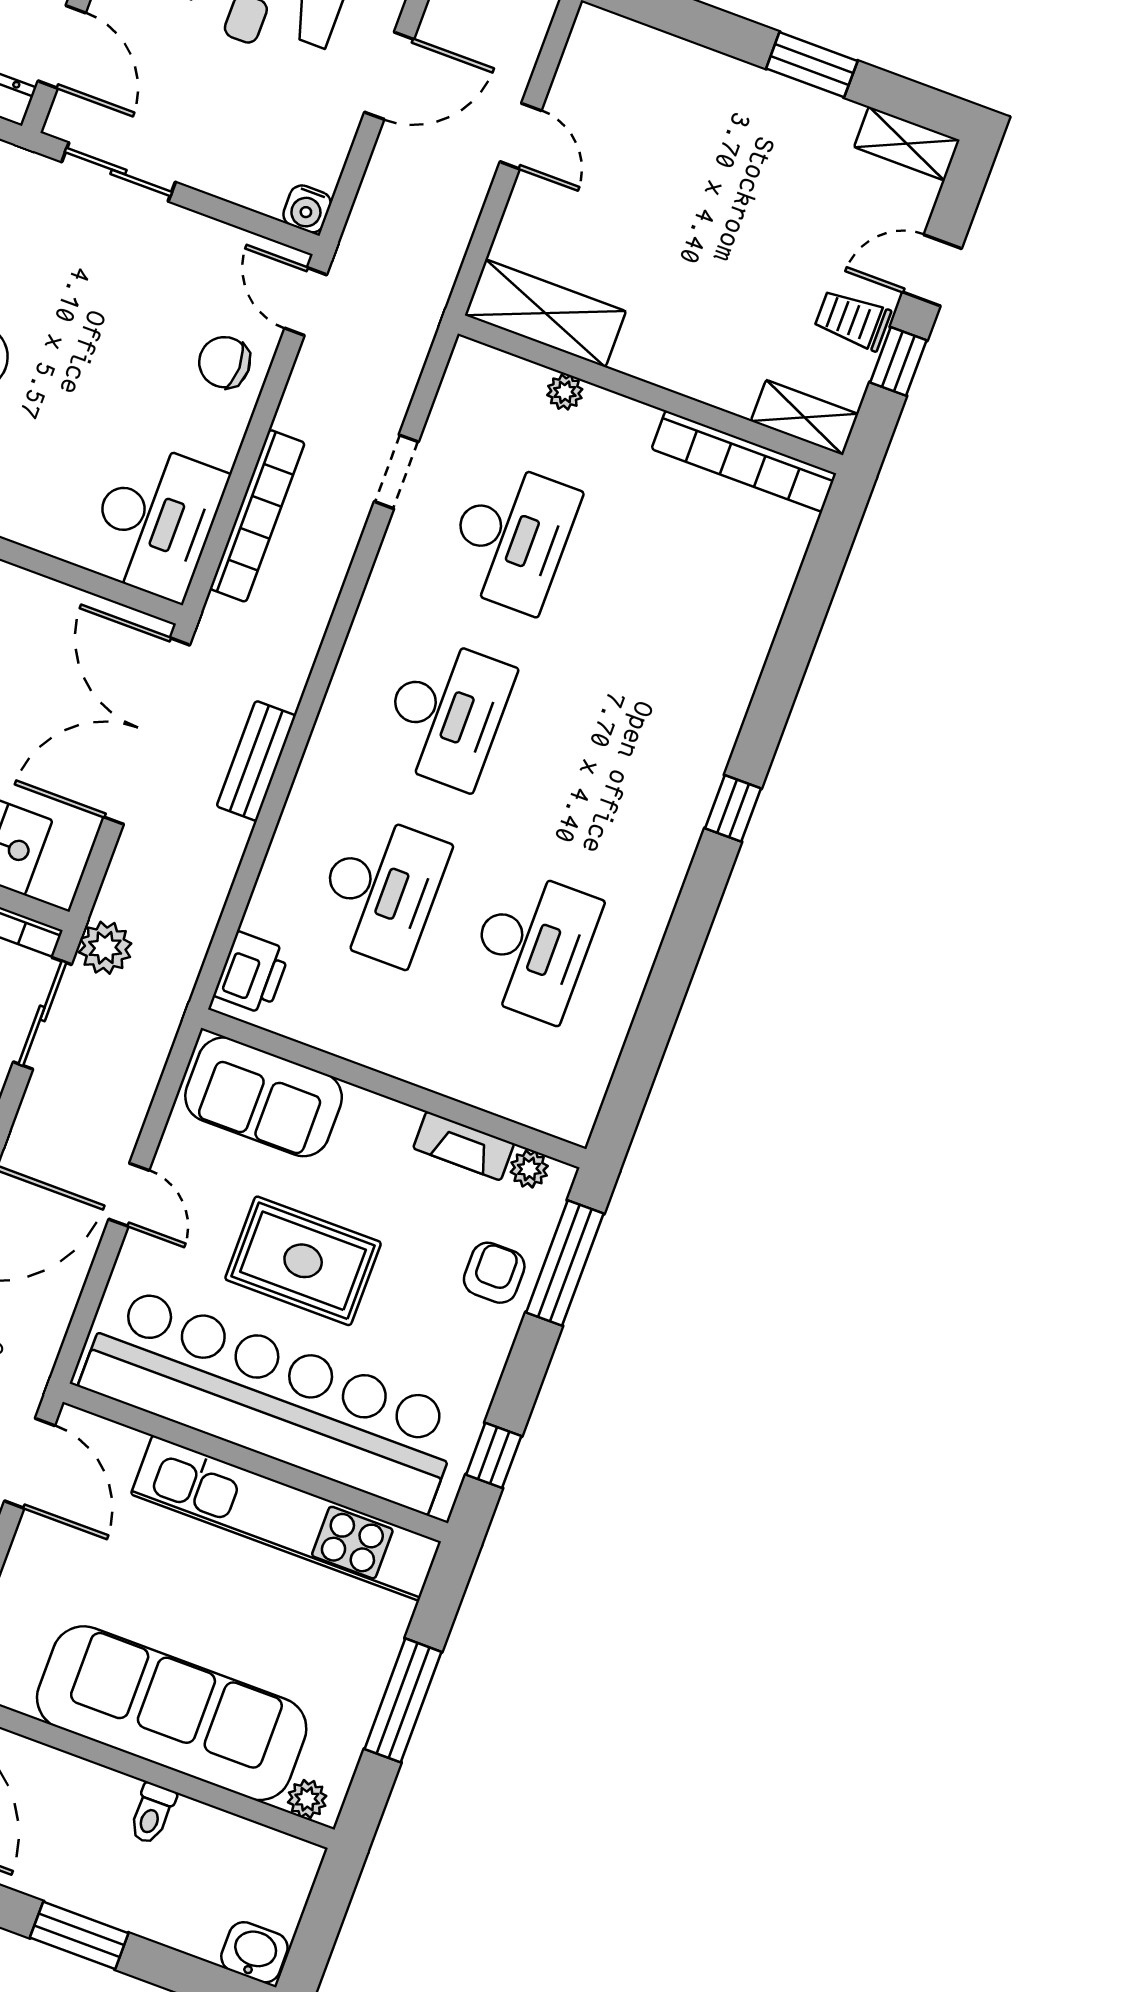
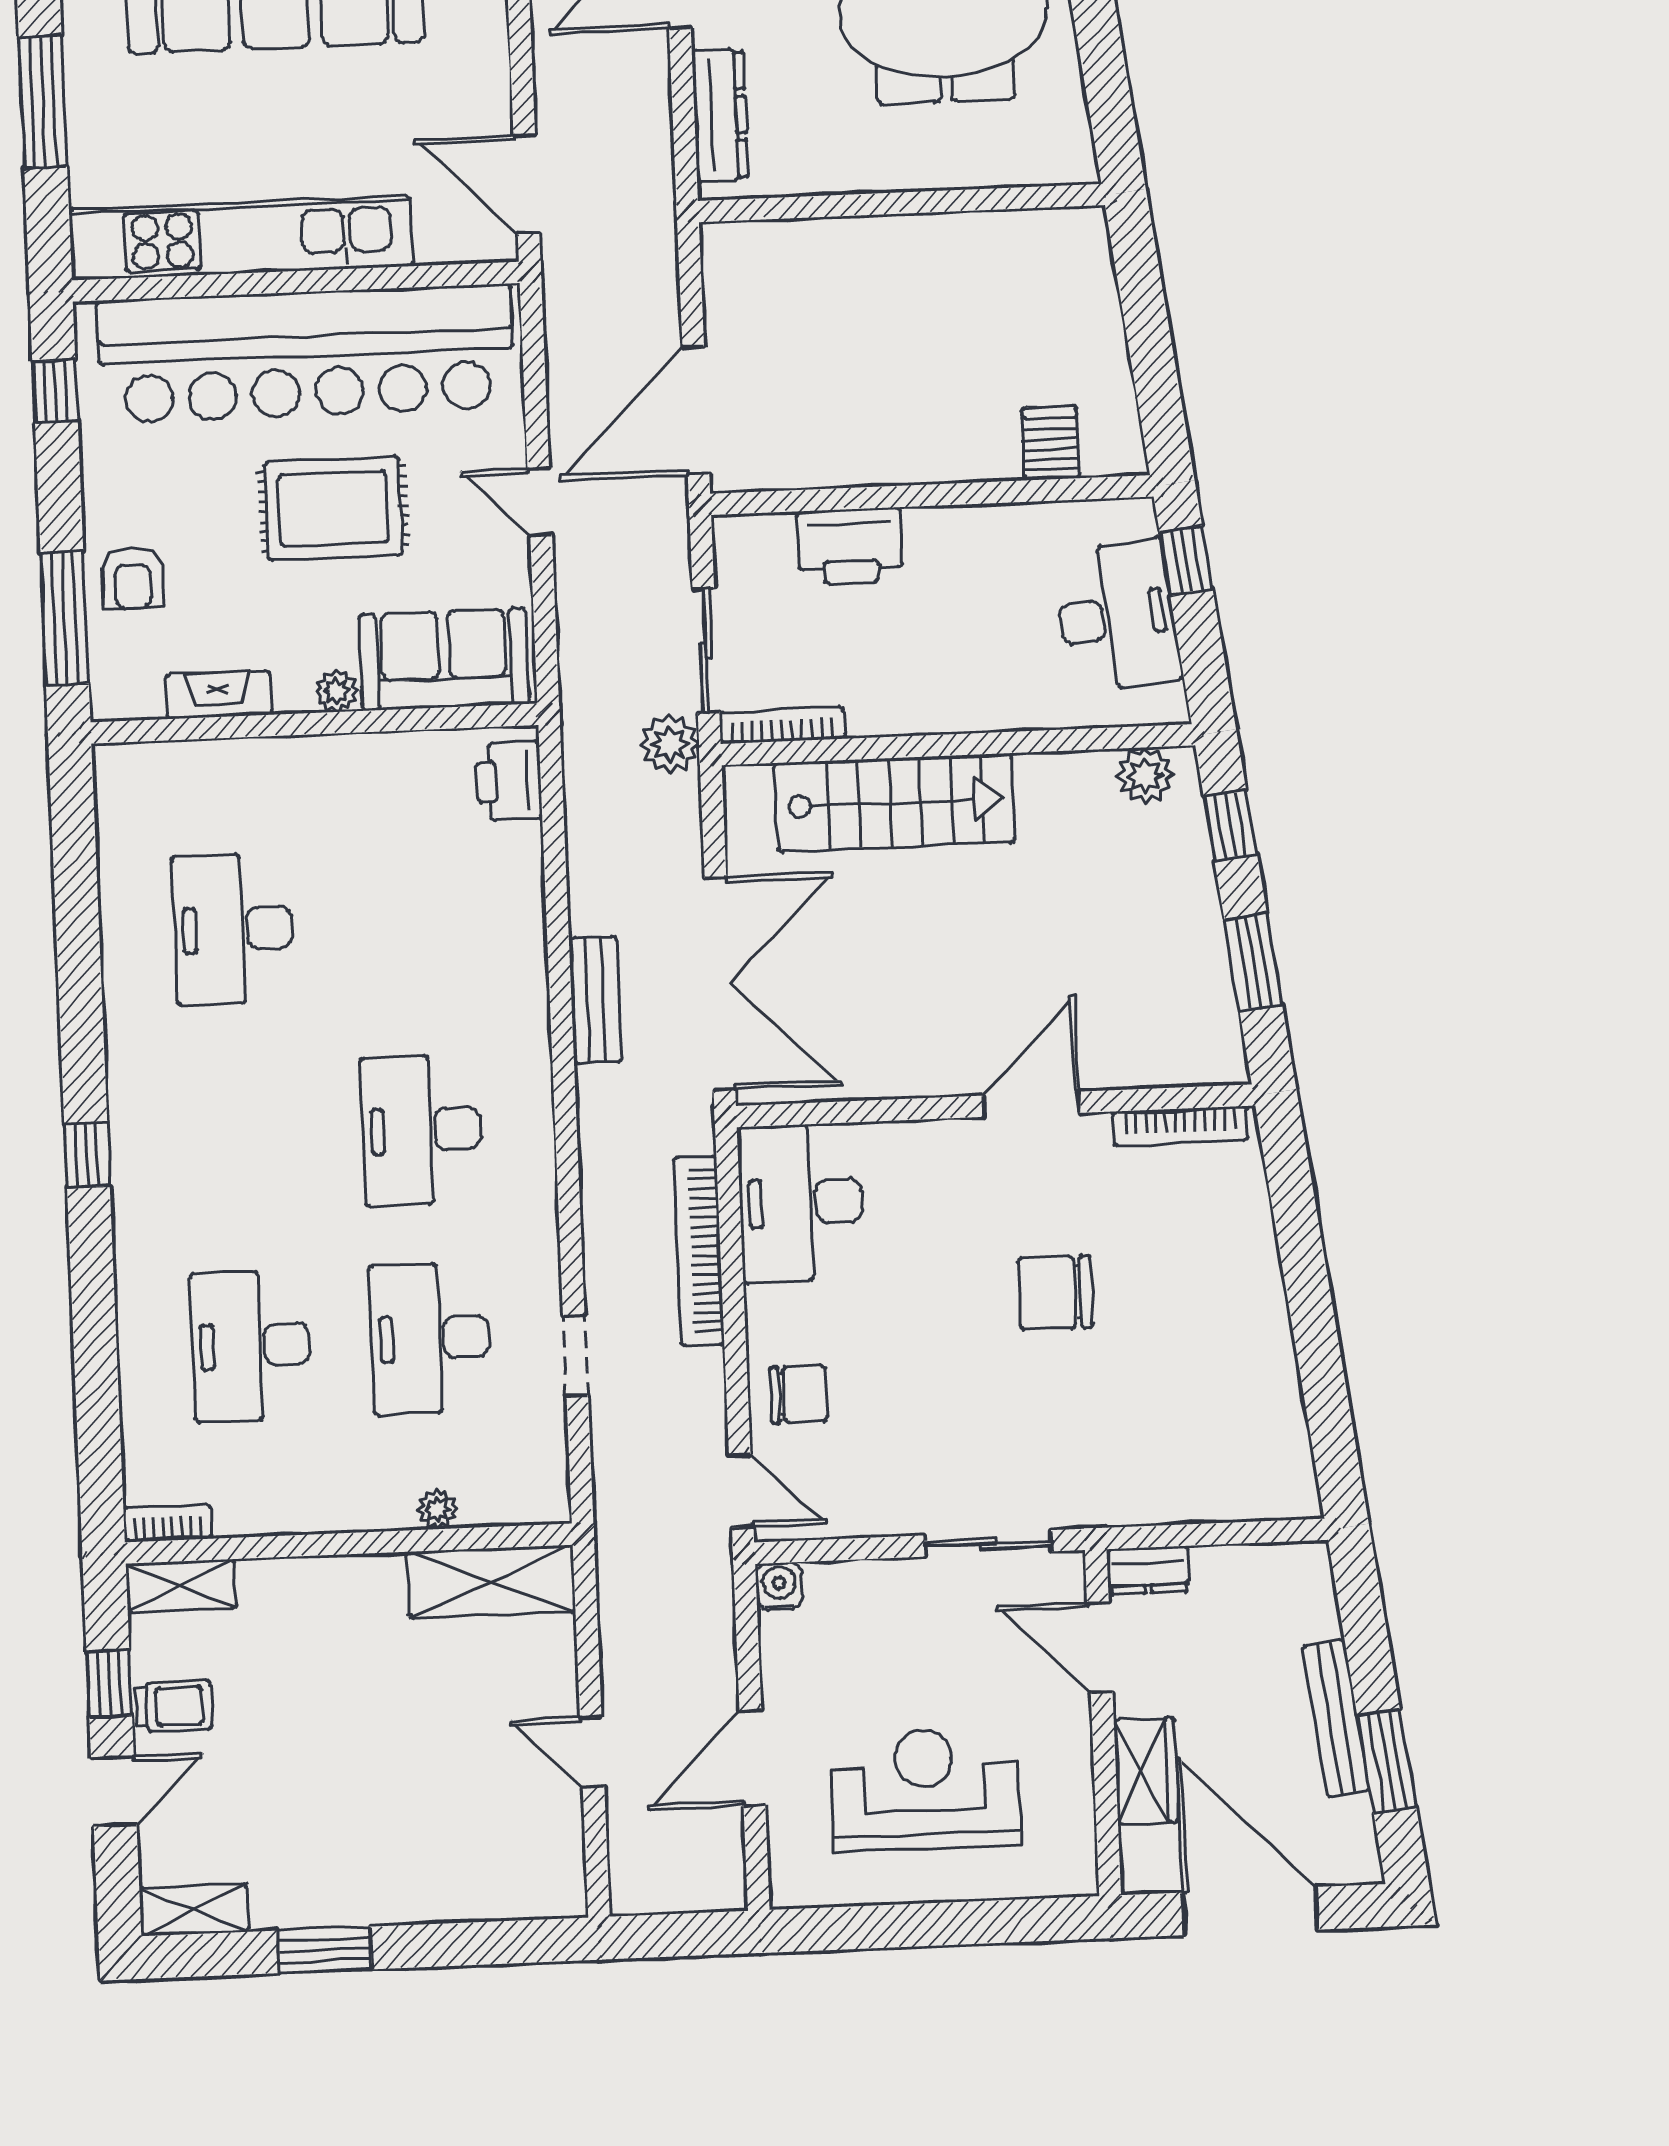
bookcase: (744, 461) -> (168, 1523), width x0.43, depth x0.76
desk: (381, 890) -> (251, 1346), moved
plant: (529, 1169) -> (337, 691), moved

